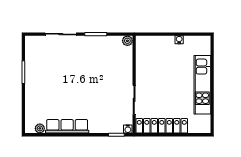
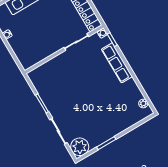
plant: (127, 41) -> (80, 147), moved, width x1.87, depth x1.87
row of seats: (67, 126) -> (117, 63), moved

